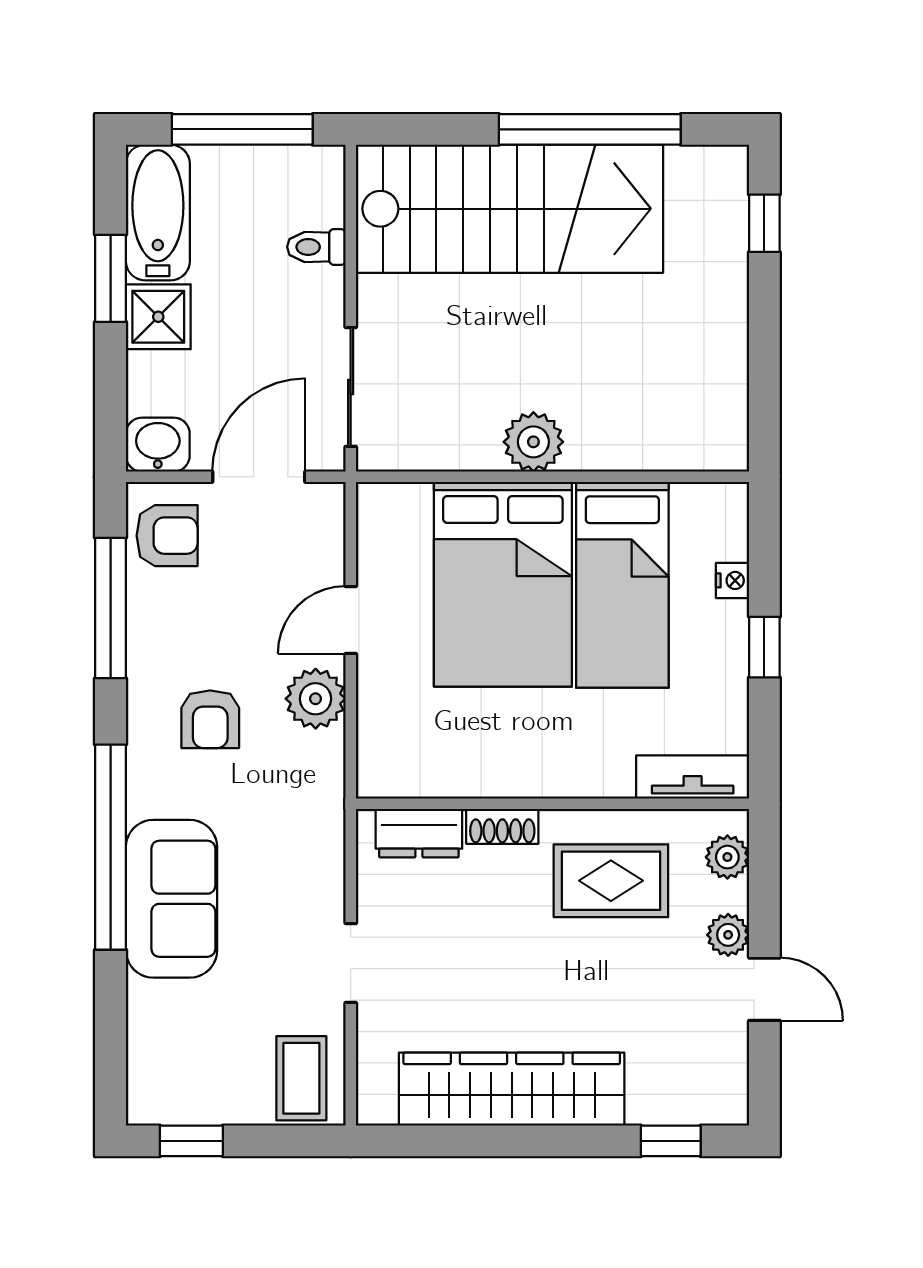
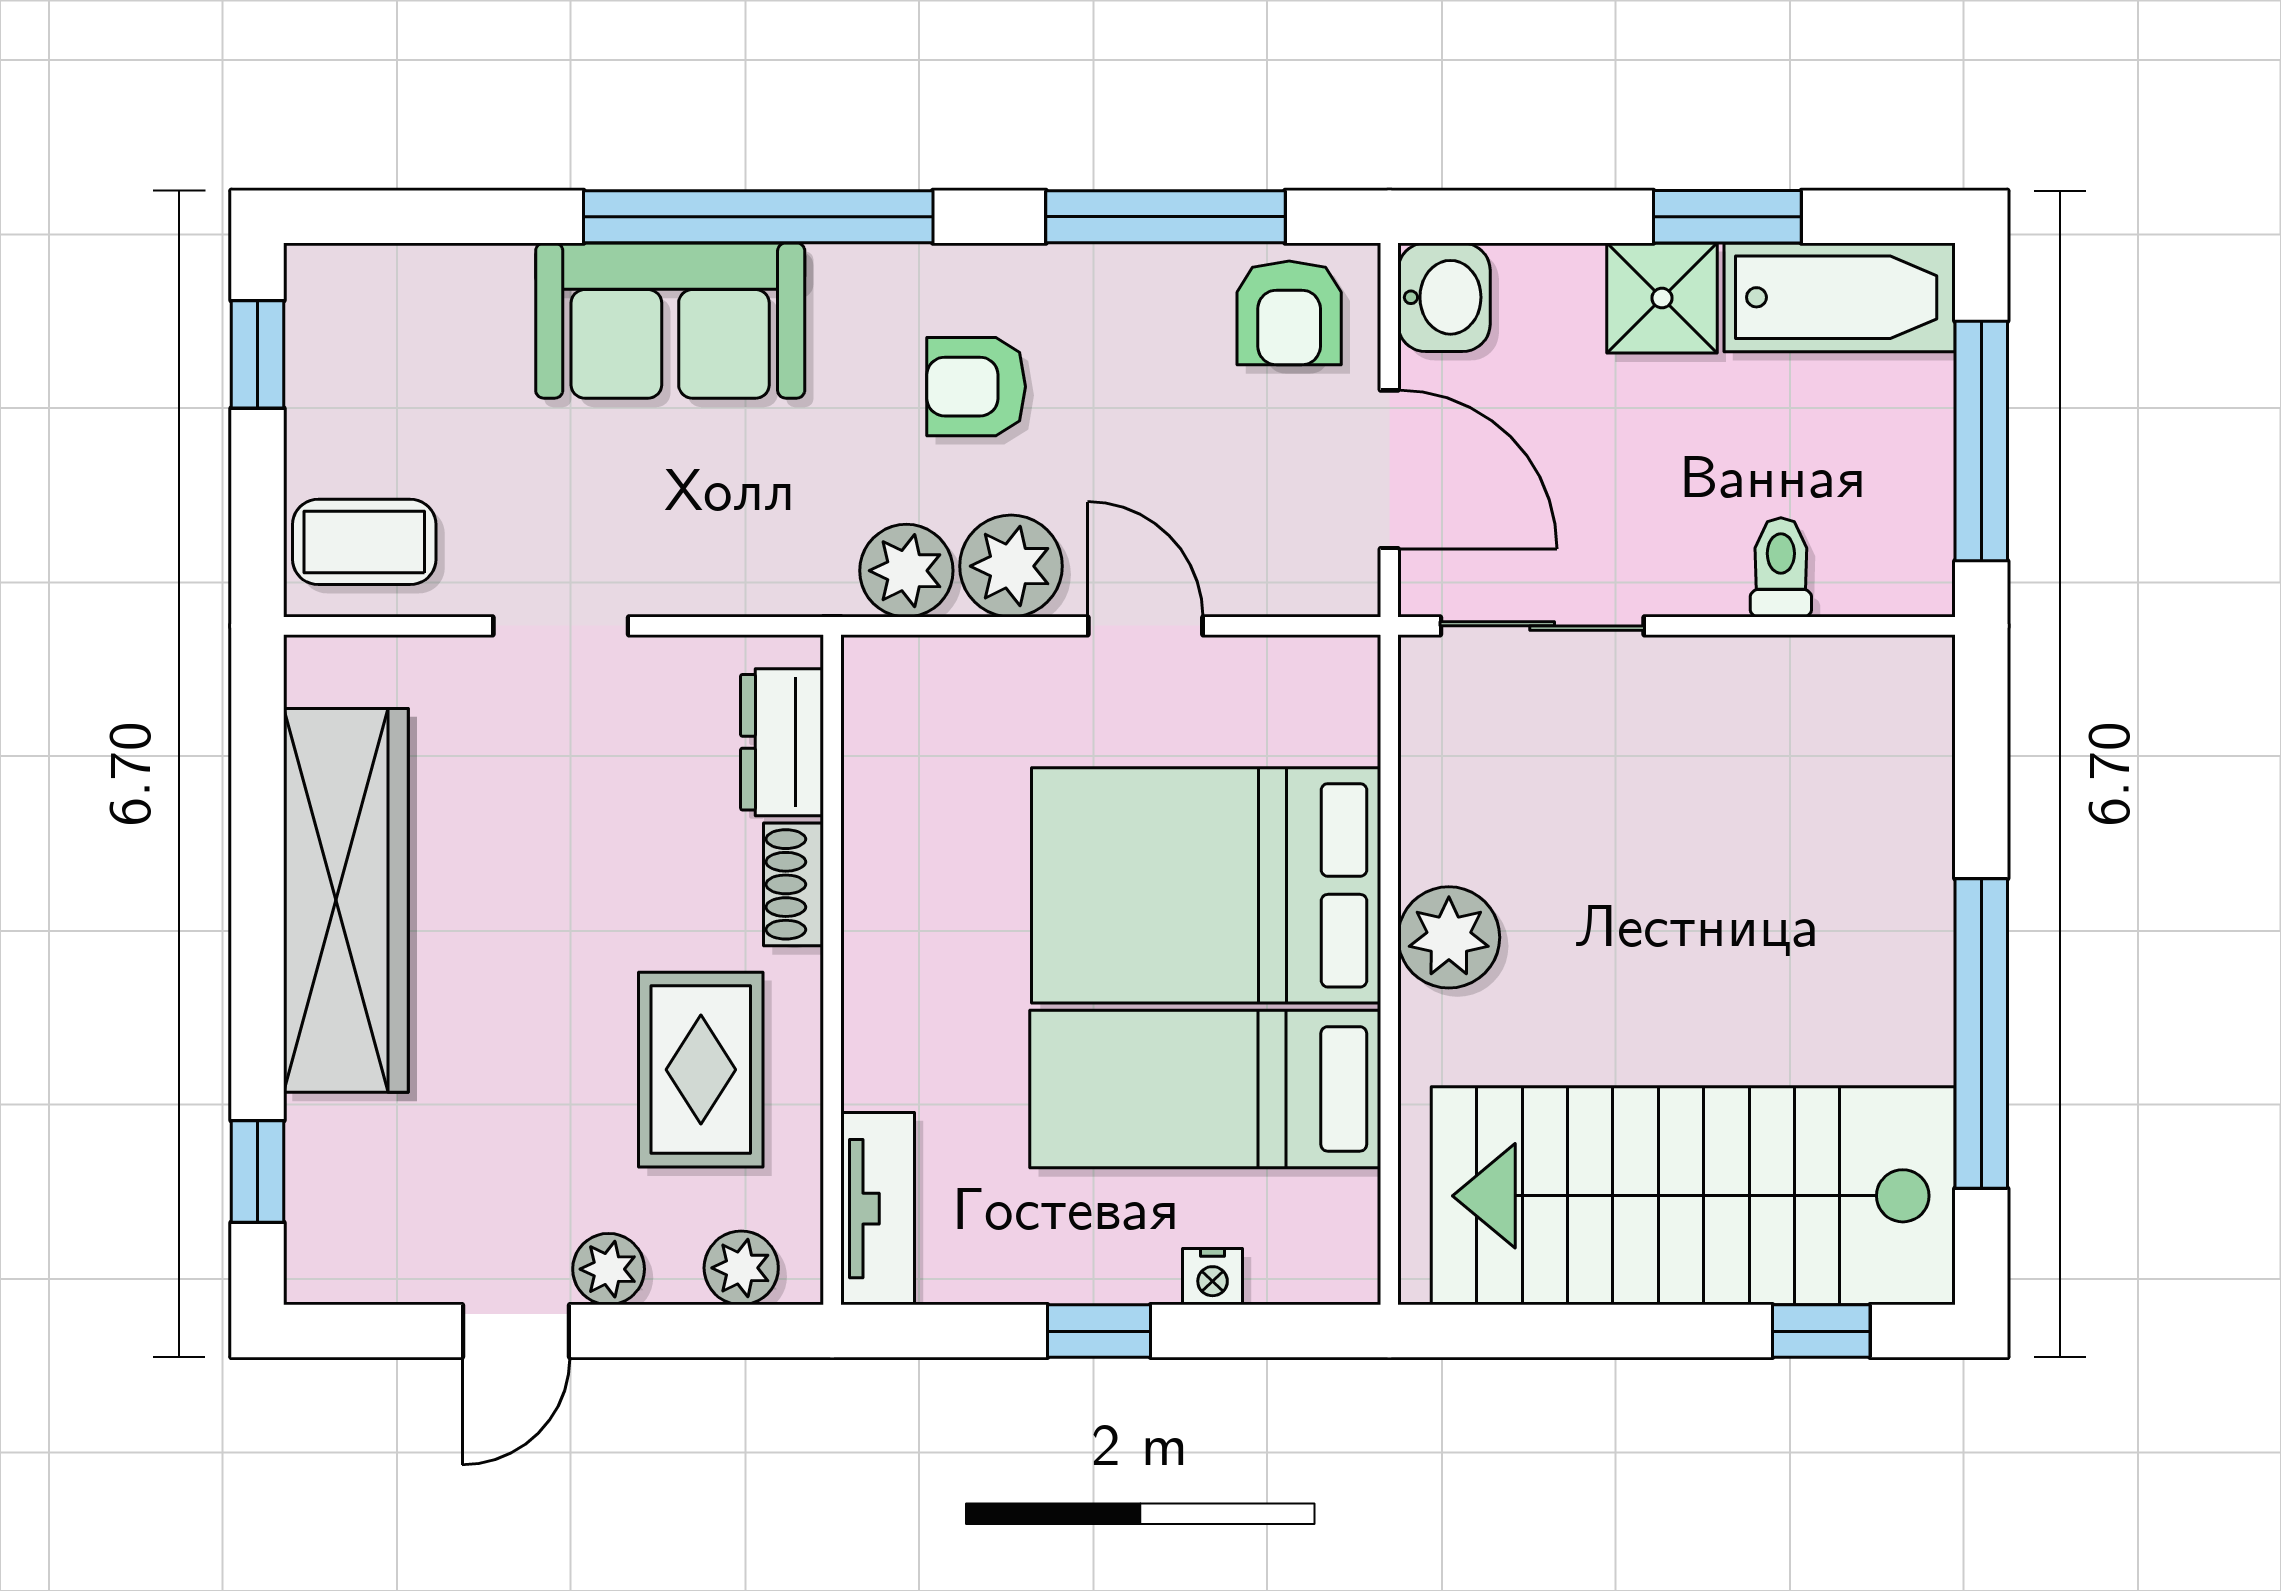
stairs: (509, 209) -> (1693, 1196), moved, turned 90
plant: (318, 760) -> (906, 571), added

